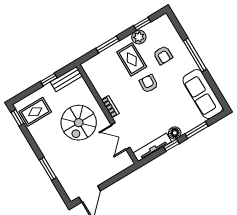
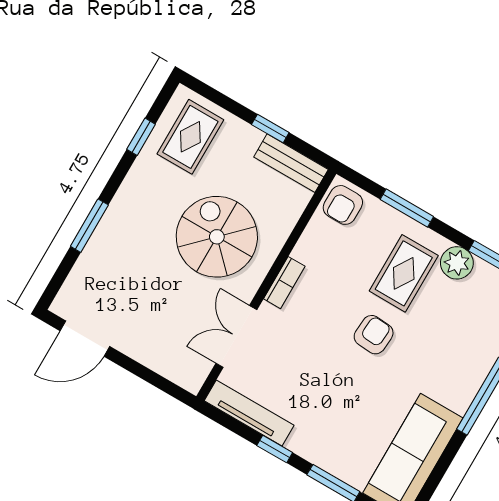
armchair: (163, 55) -> (343, 205), moved
rug: (35, 112) -> (190, 137), turned 90
window: (17, 118) -> (141, 137), moved
spiral stairs: (79, 123) -> (217, 237), turned 90
floor lamp: (175, 133) -> (303, 442), removed

